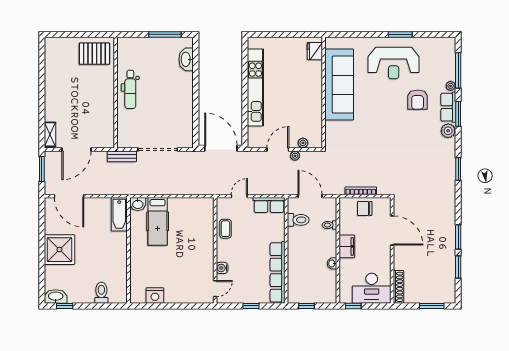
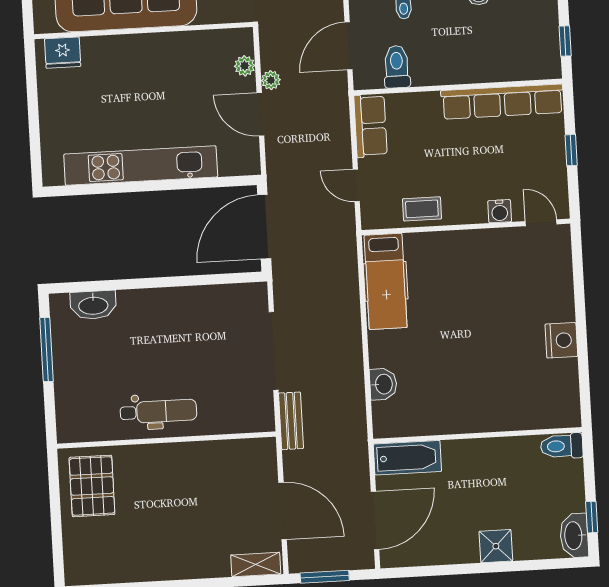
bathtub: (119, 214) -> (407, 458), moved
hospital bed: (158, 221) -> (386, 281), moved, turned 90
shower: (59, 250) -> (496, 546), width x0.54, depth x0.54
wall: (128, 250) -> (477, 436), moved

